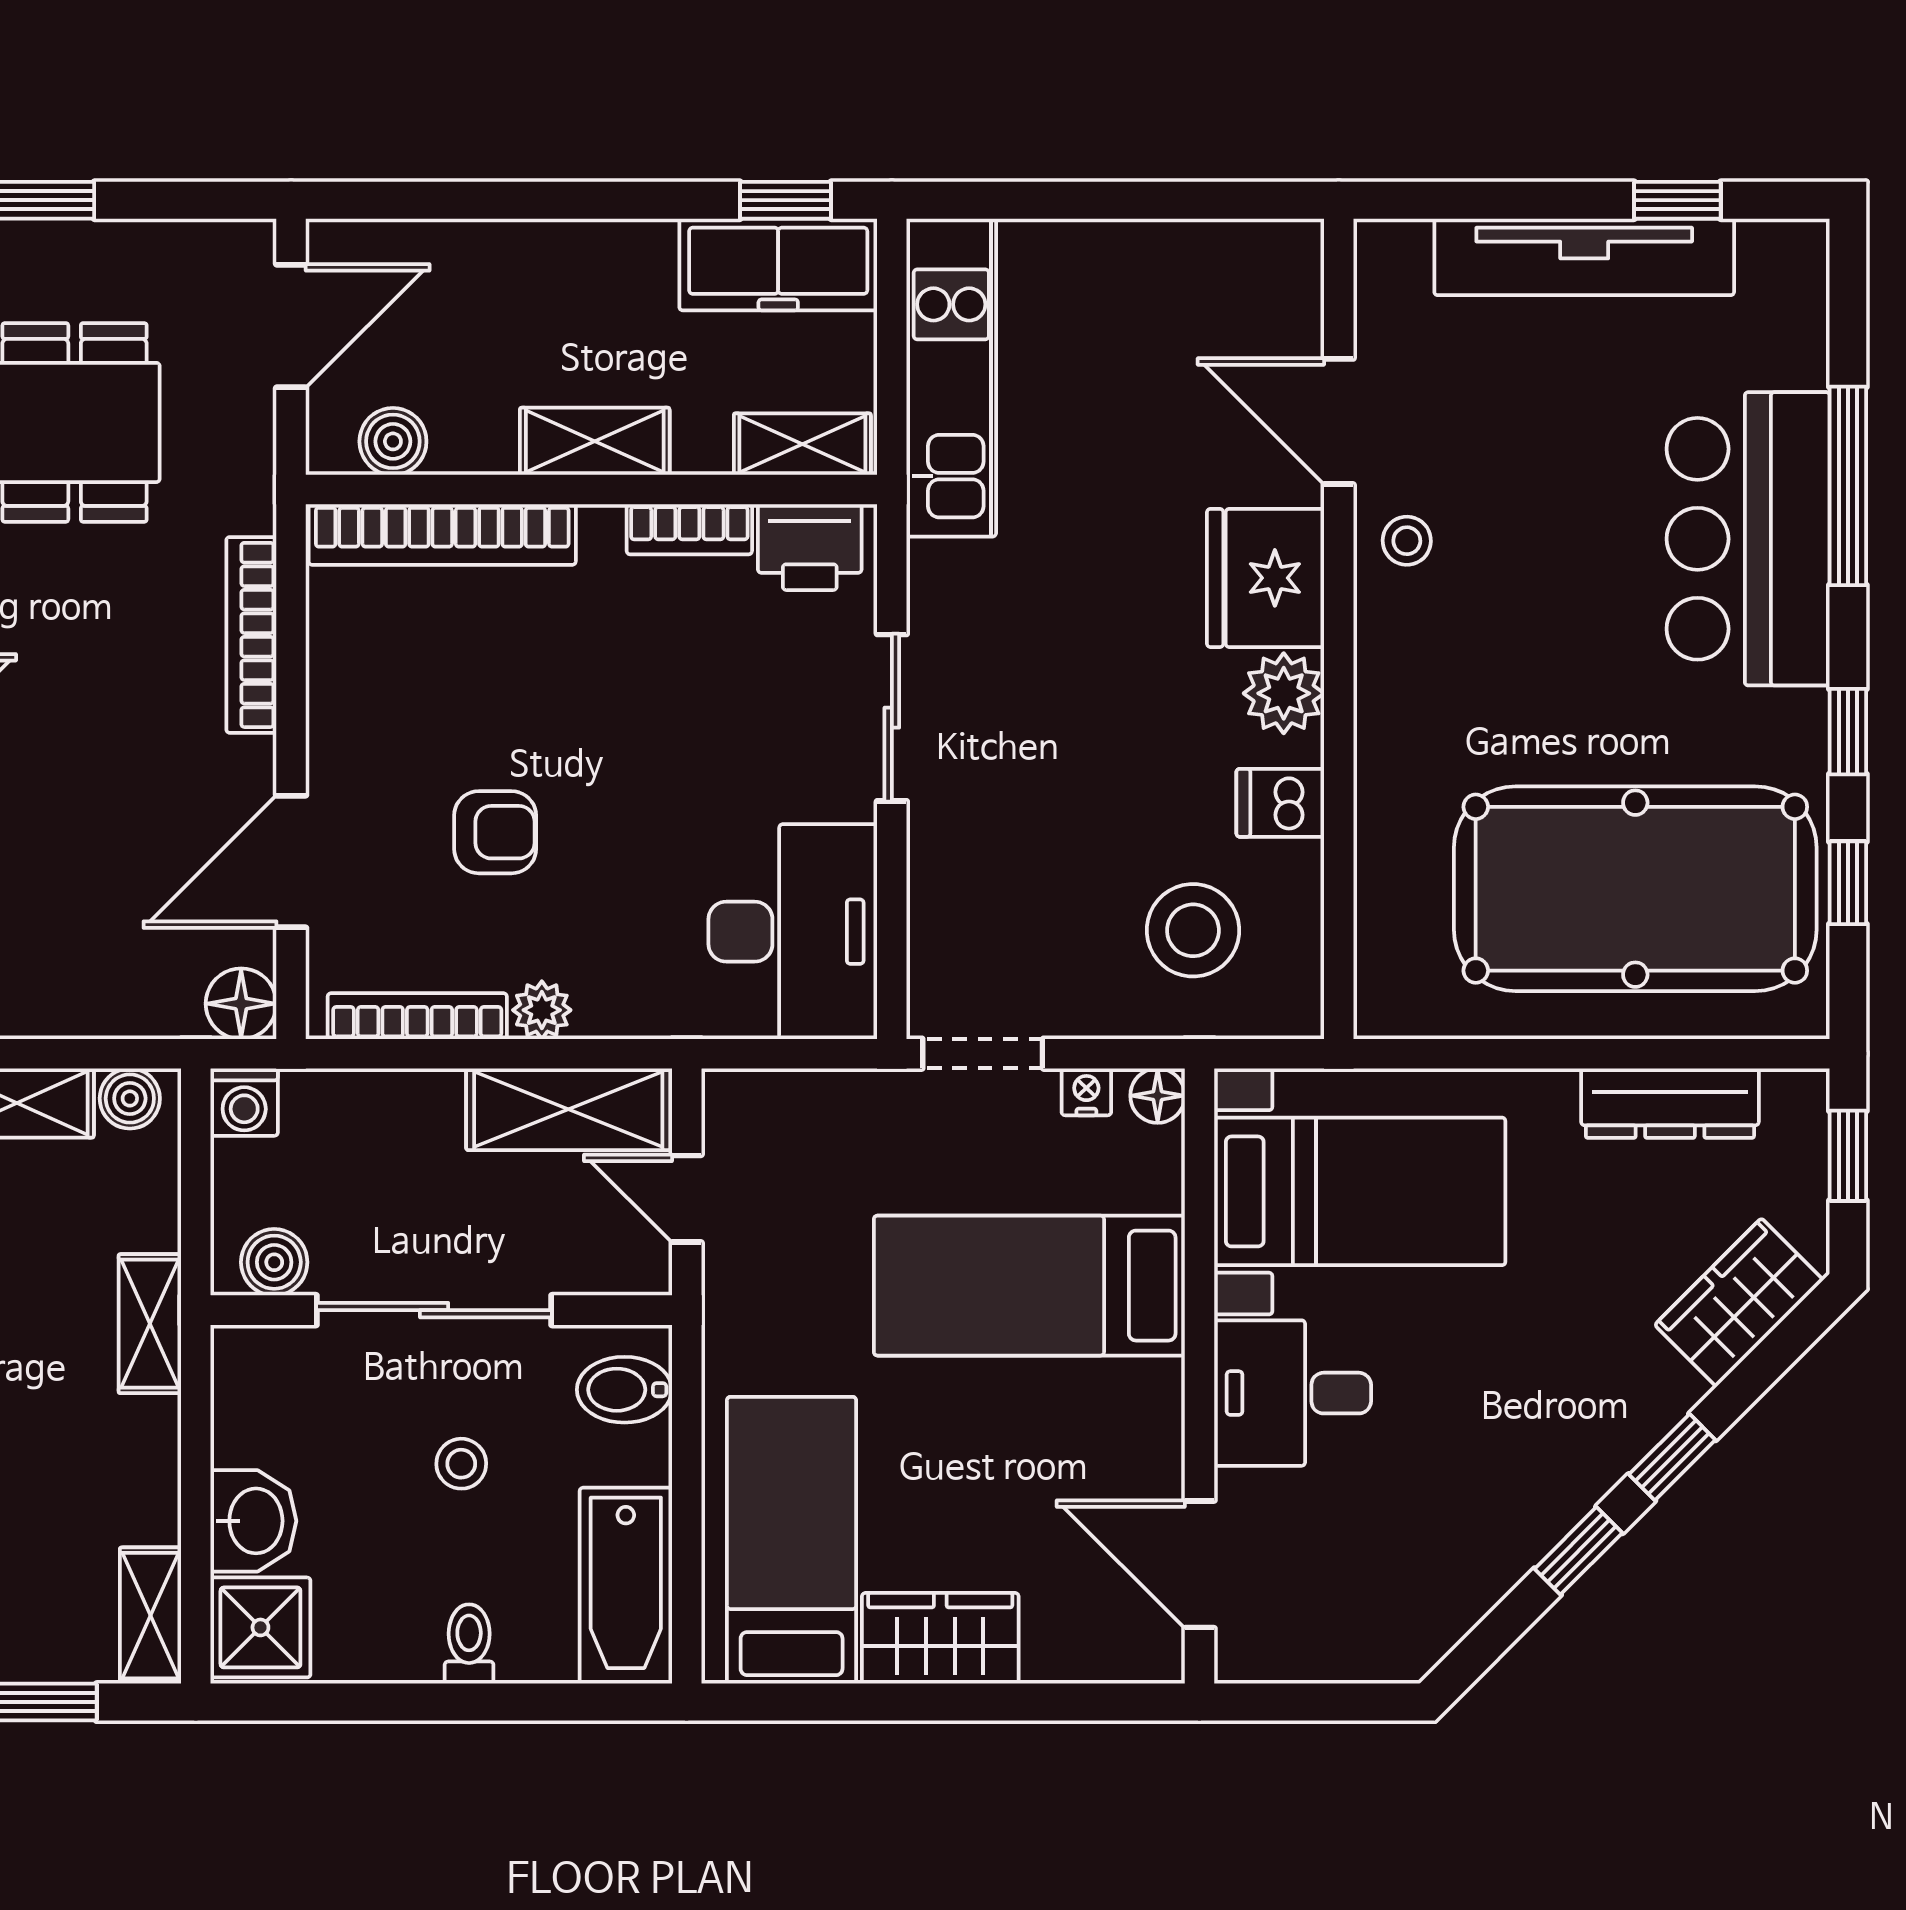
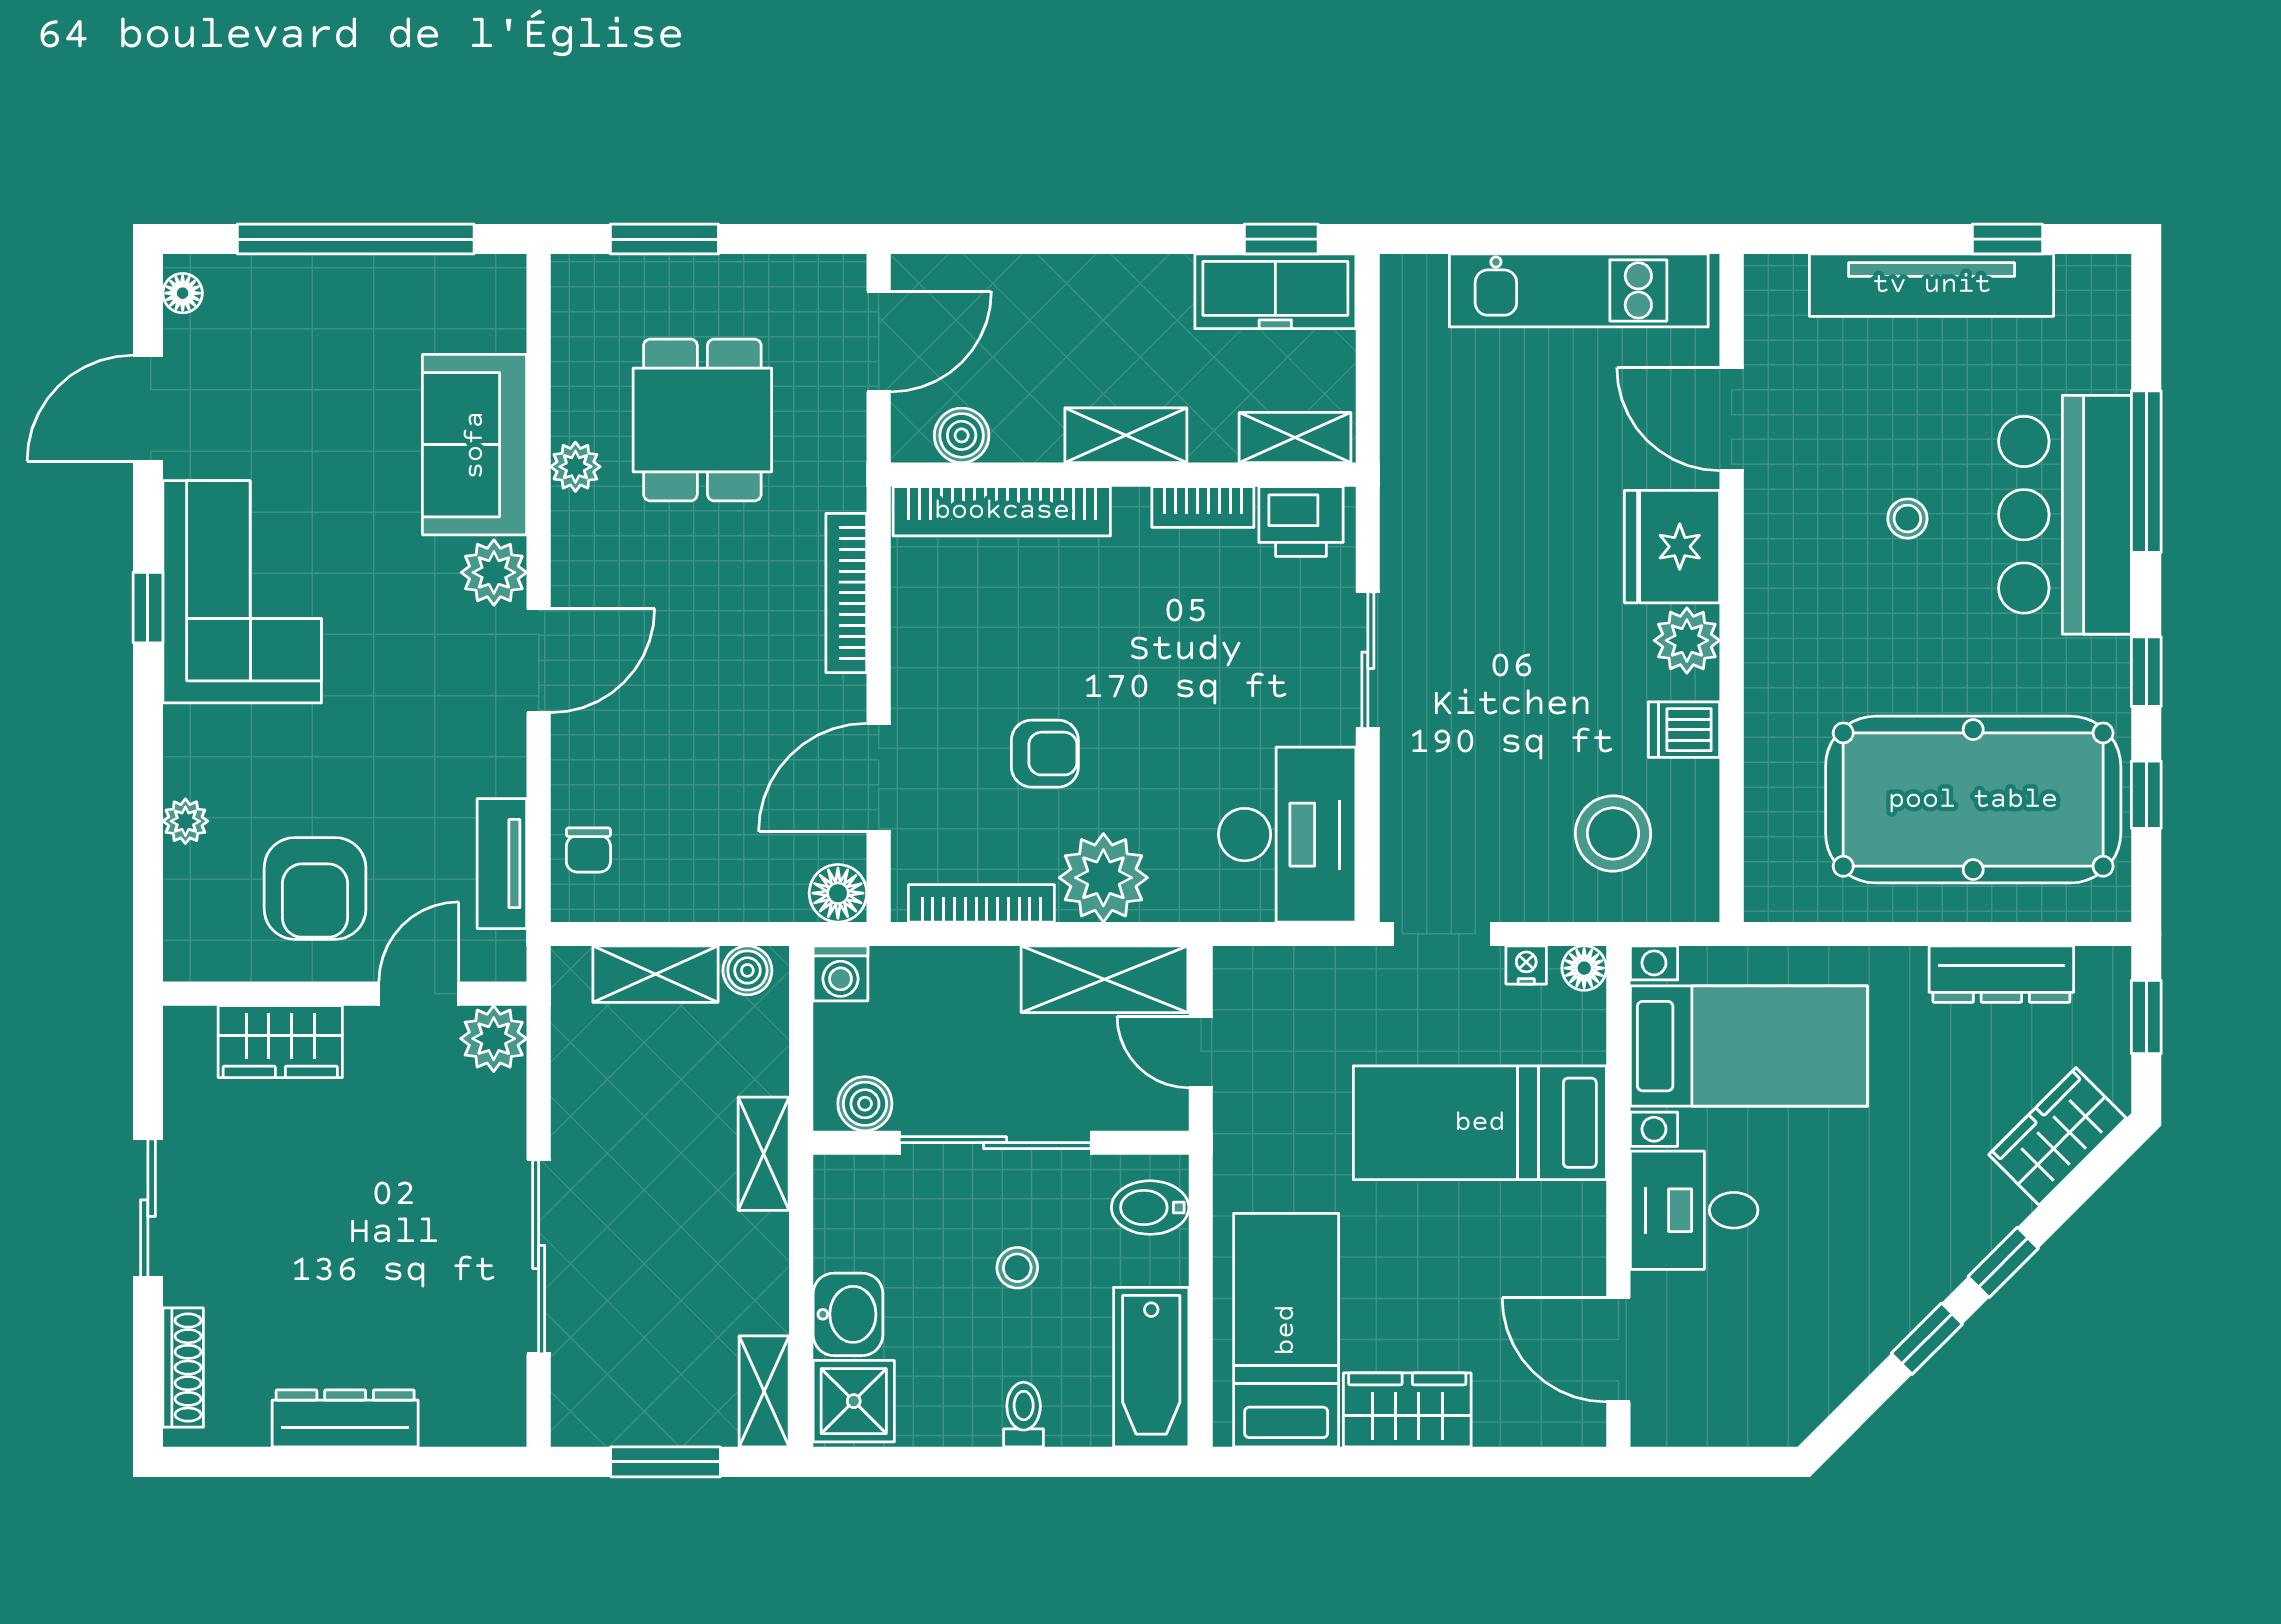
kitchen unit: (951, 378) -> (1579, 290), moved, turned 90
stool: (1407, 541) -> (1907, 519), moved
plant: (542, 1010) -> (1103, 878), width x1.88, depth x1.88

